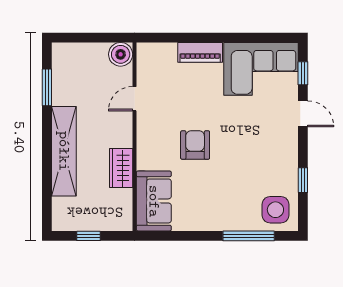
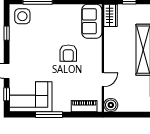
window: (229, 38) -> (49, 115), added
piano: (200, 52) -> (84, 106), moved
wardrobe: (121, 168) -> (111, 15), moved

